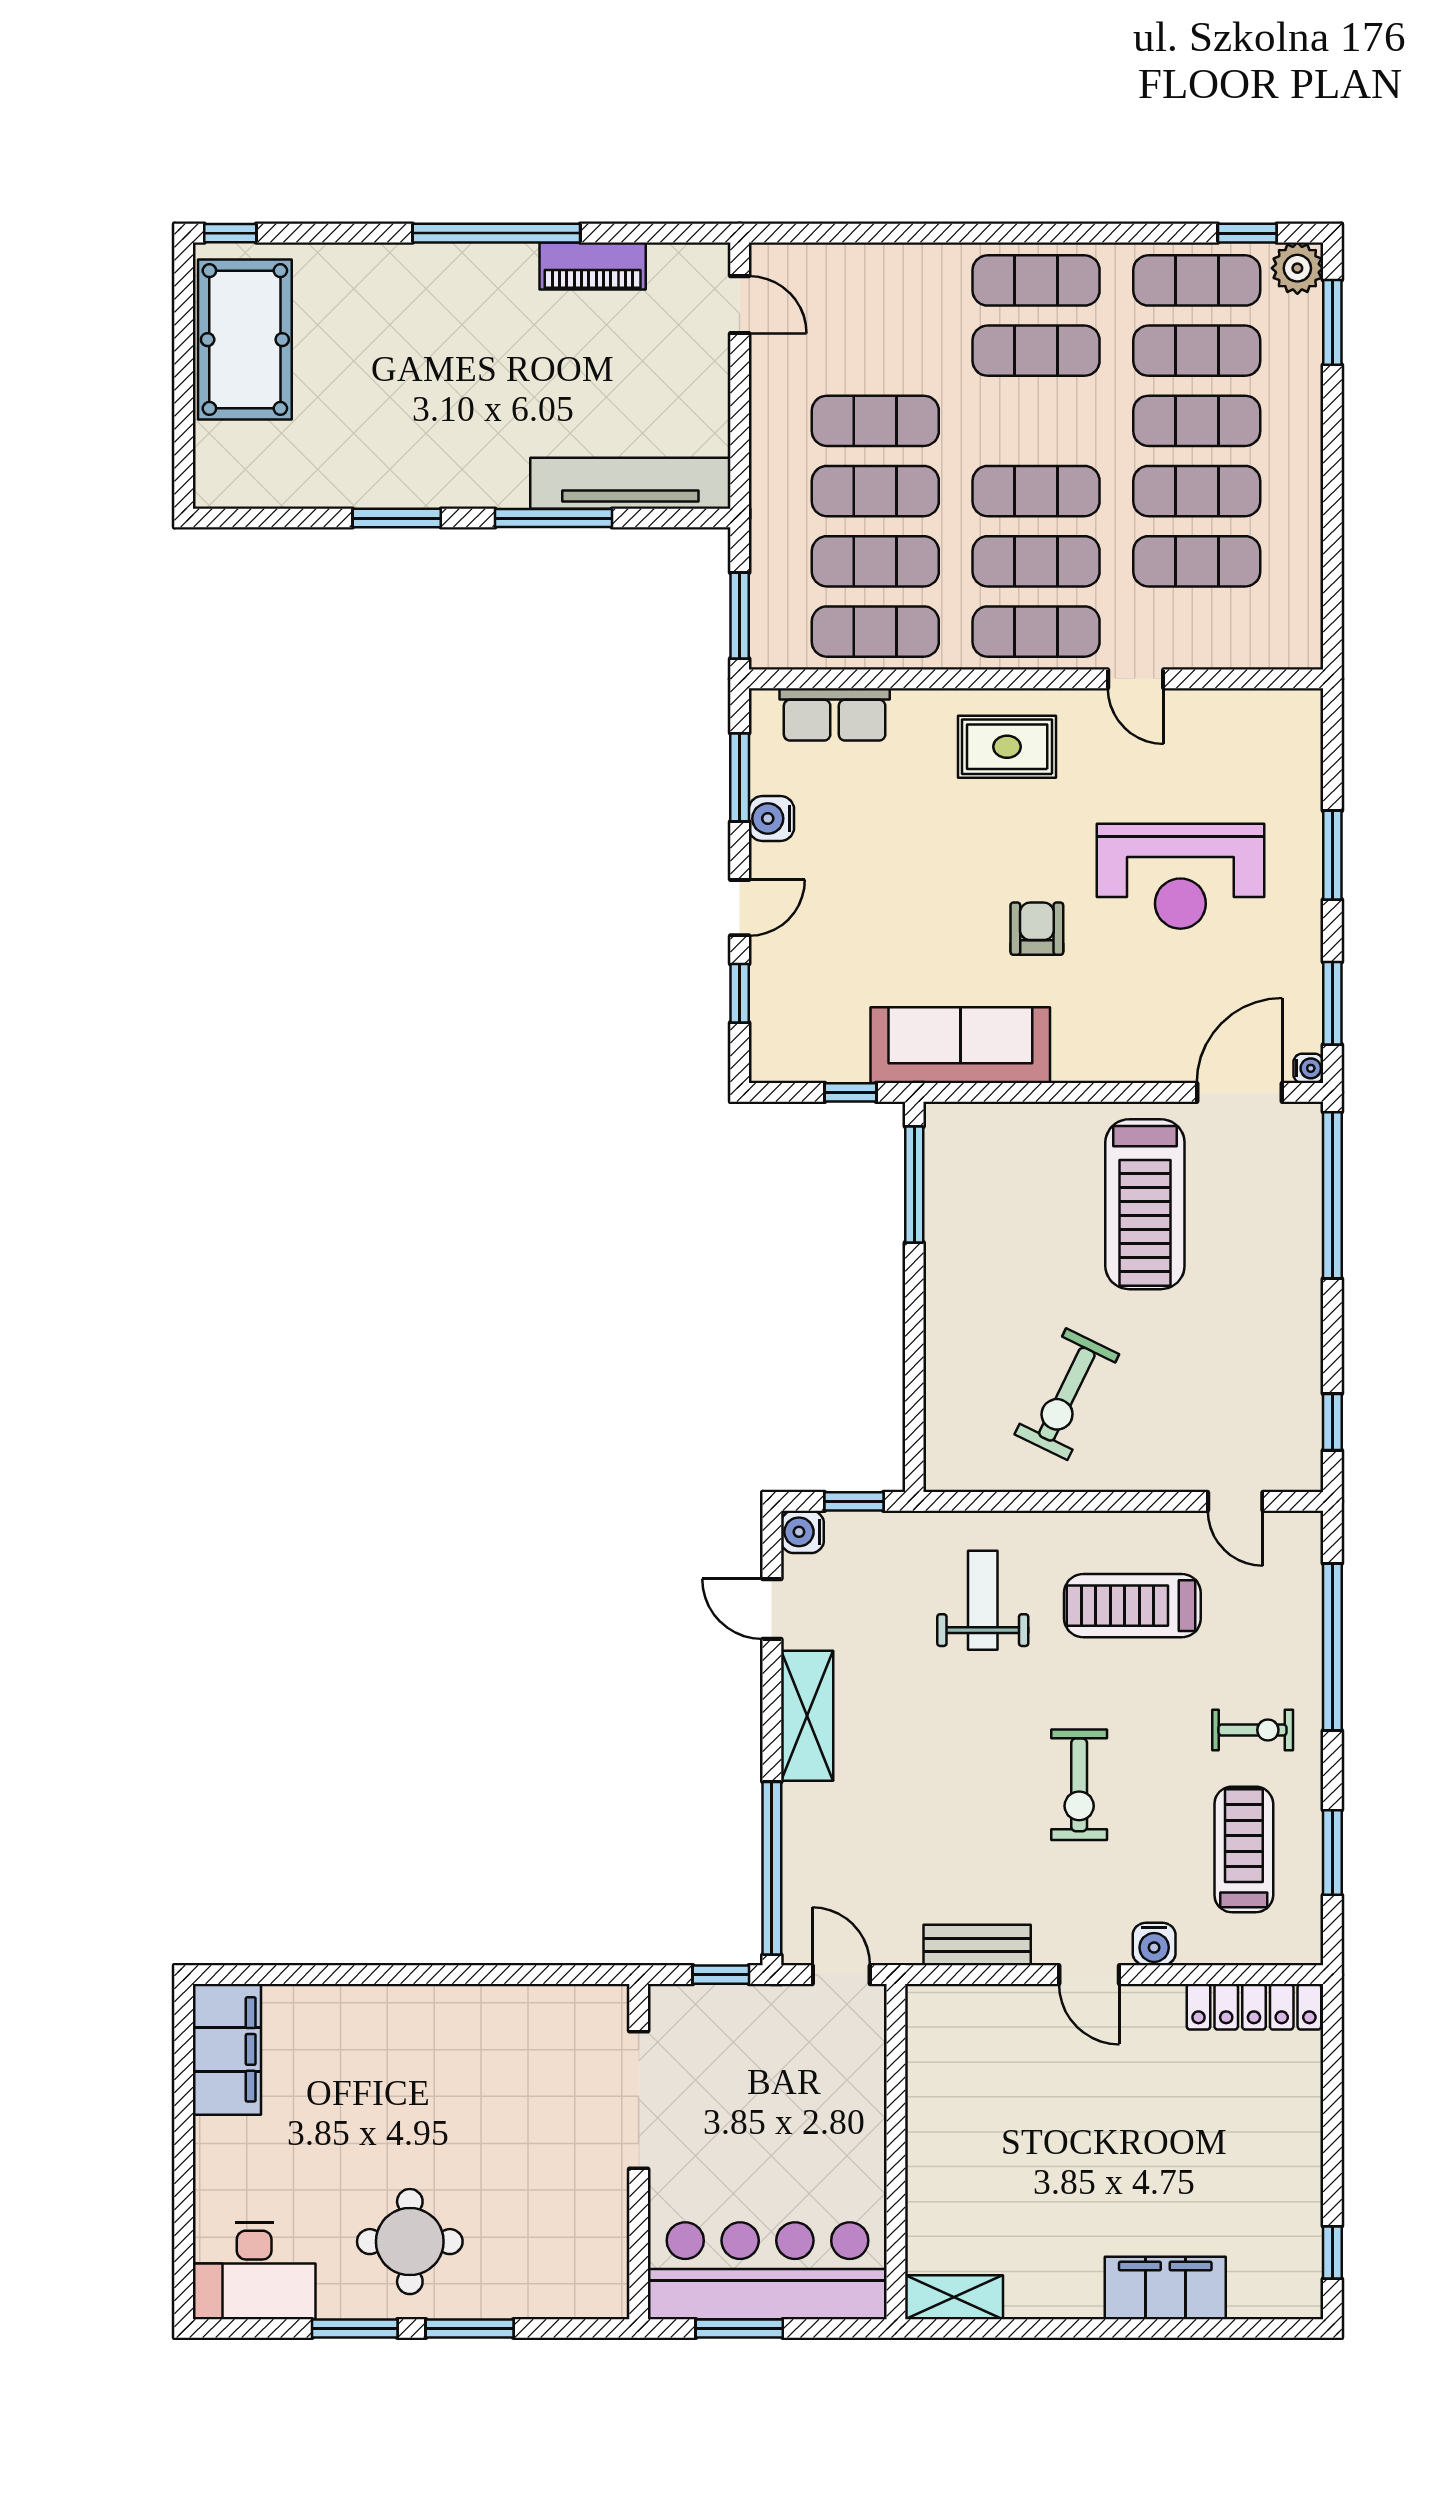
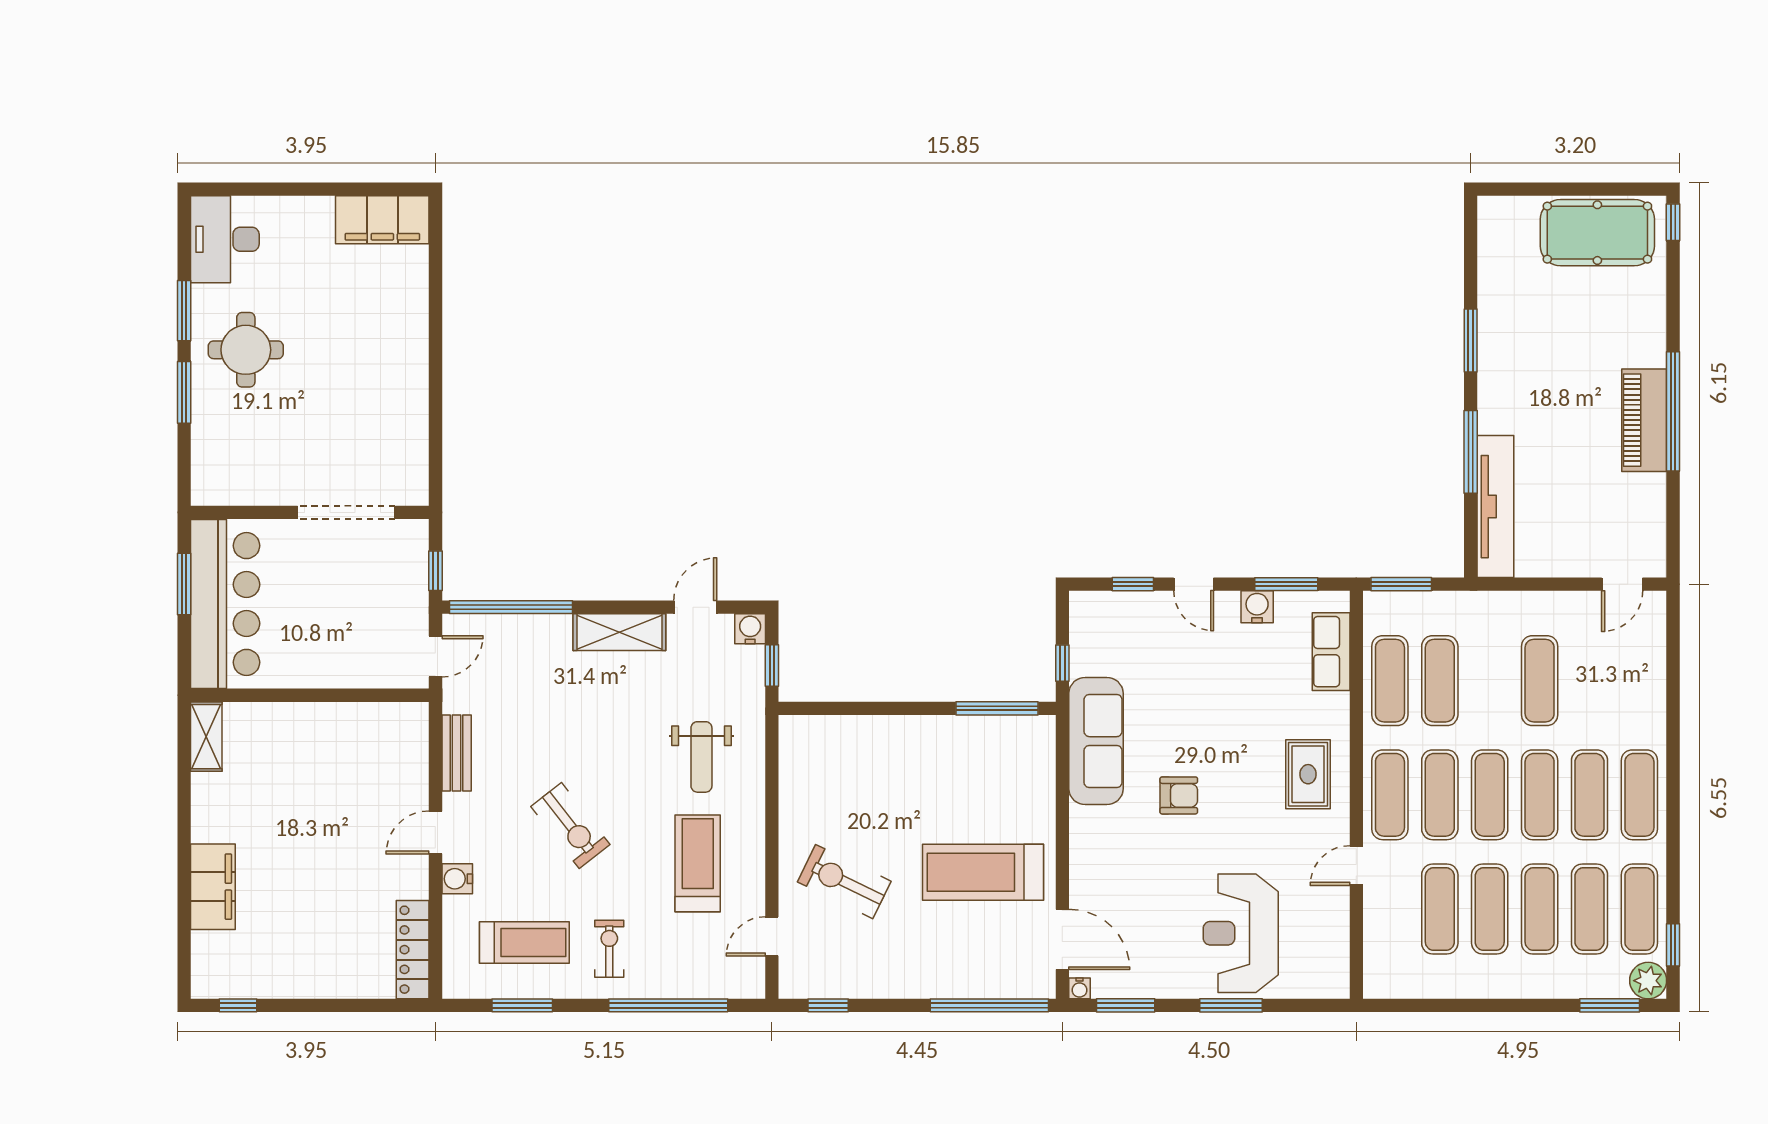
piano: (593, 266) -> (1644, 420), moved, width x1.37, depth x1.33
exercise mat: (875, 491) -> (1540, 795), moved
reception desk: (1180, 876) -> (1241, 933), moved
exercise bike: (1067, 1394) -> (844, 882), moved
weight bench: (983, 1600) -> (701, 757), turned 90
exercise bike: (1253, 1730) -> (609, 949), turned 180
exercise bike: (1079, 1785) -> (570, 825), turned -128

